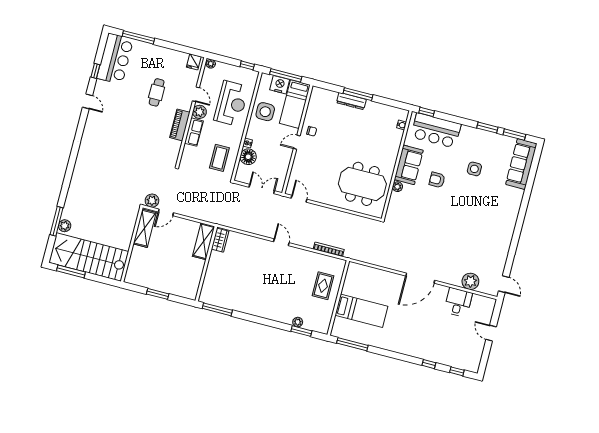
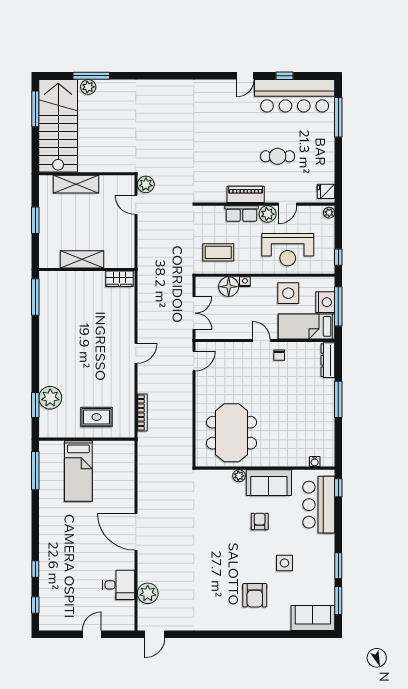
bar counter: (115, 59) -> (295, 96), width x1.36
dresser: (351, 101) -> (328, 360), moved
sofa: (521, 164) -> (313, 618), width x0.73
armchair: (494, 198) -> (255, 595), added
shelving: (145, 228) -> (76, 184), moved
shelving: (204, 241) -> (82, 259), moved
plant: (298, 322) -> (50, 398), width x1.88, depth x1.88

